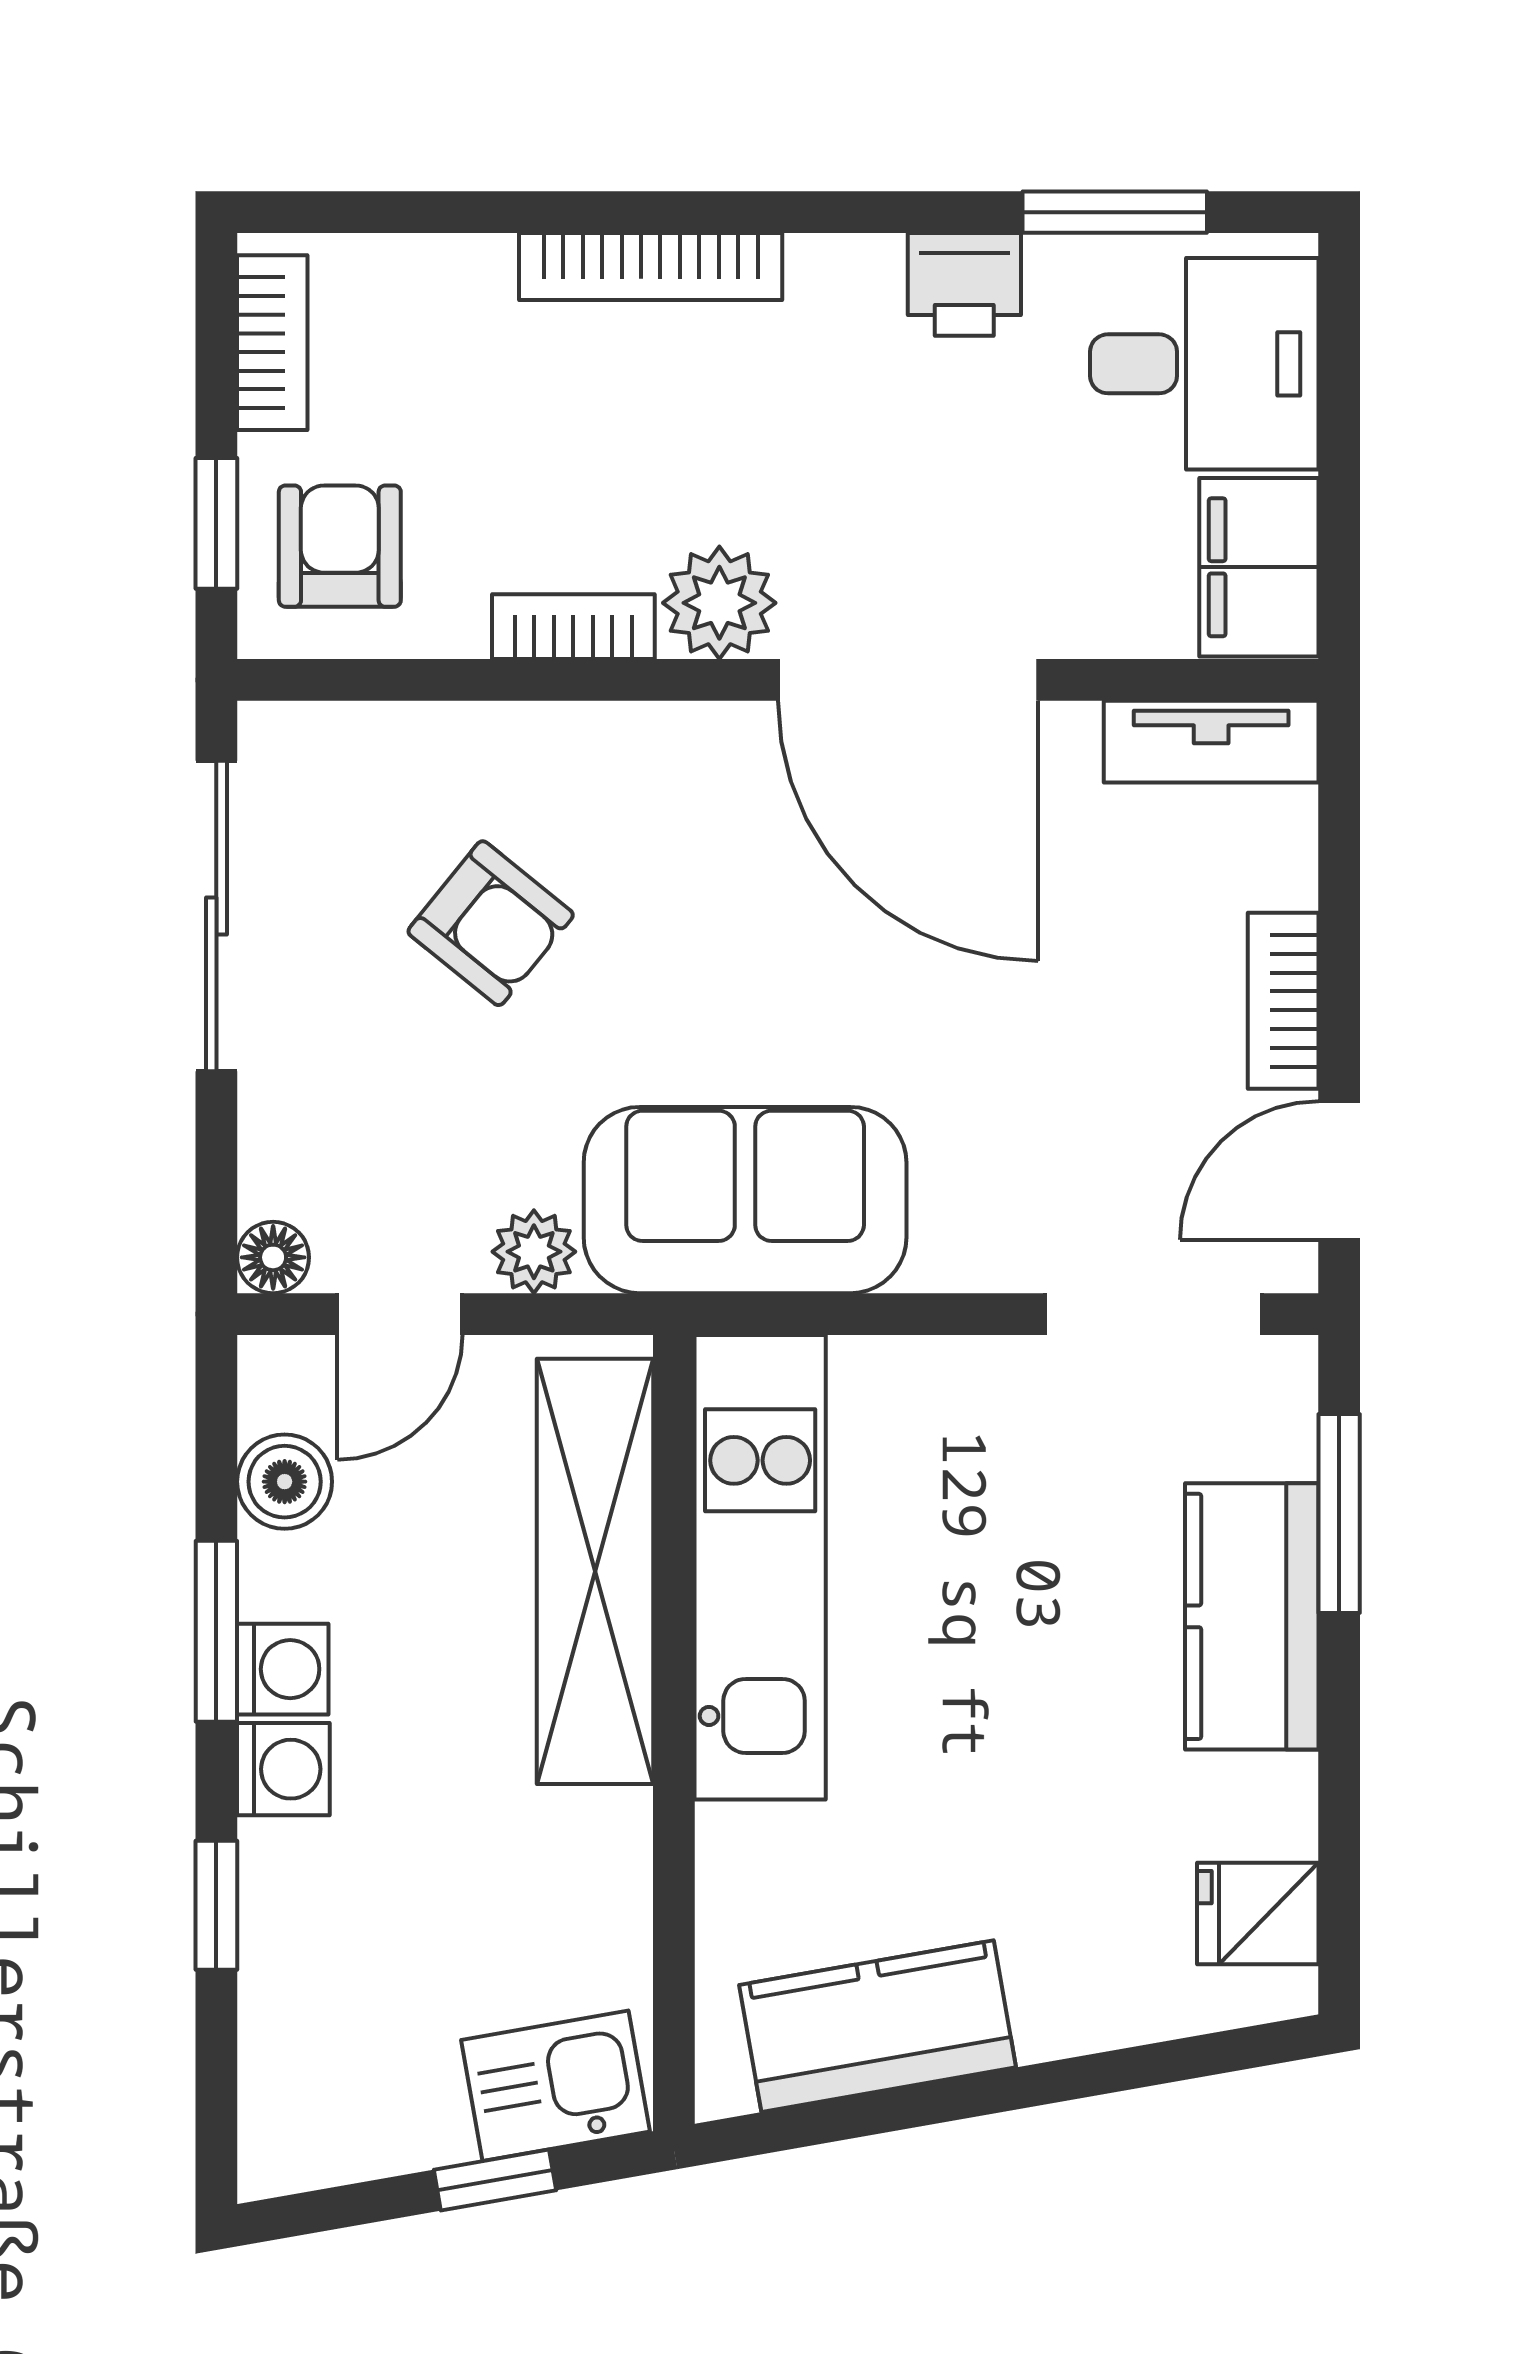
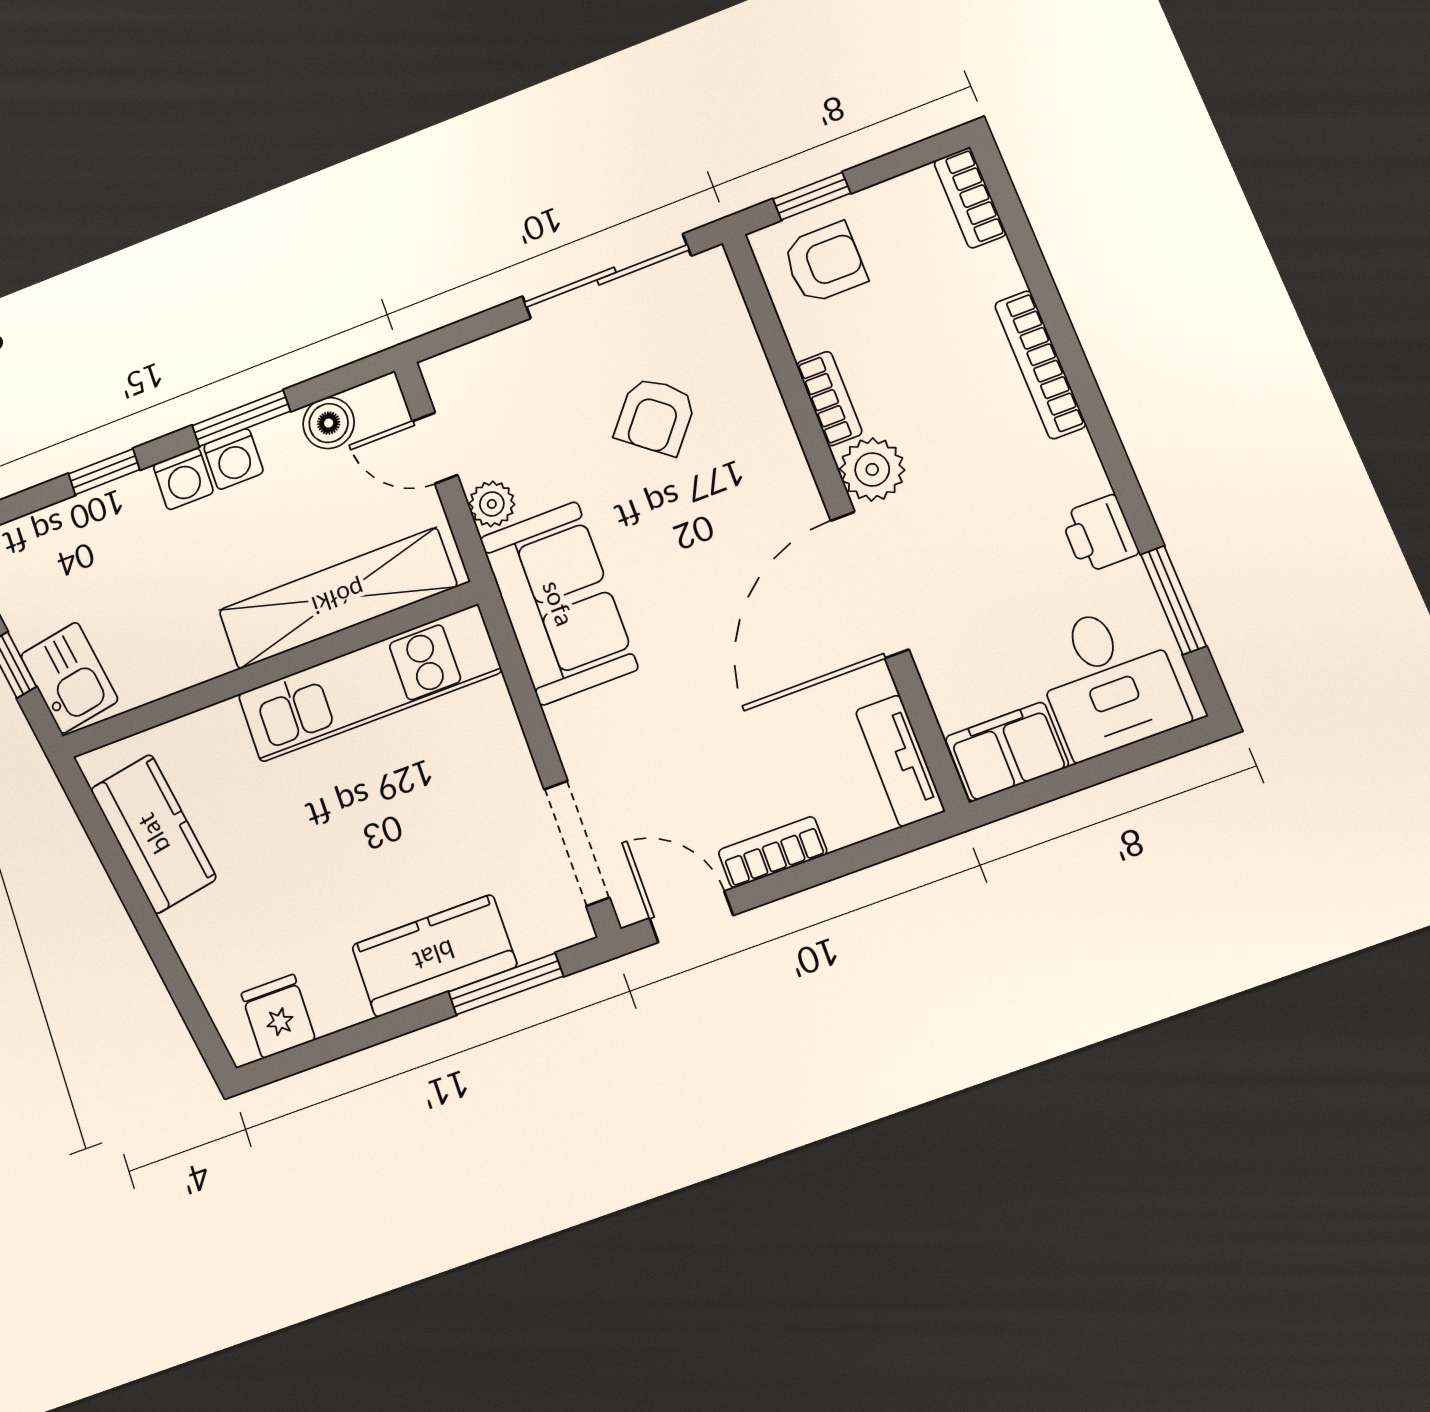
bookcase: (272, 343) -> (970, 198), moved, turned 90
floor lamp: (273, 1257) -> (441, 373), removed

